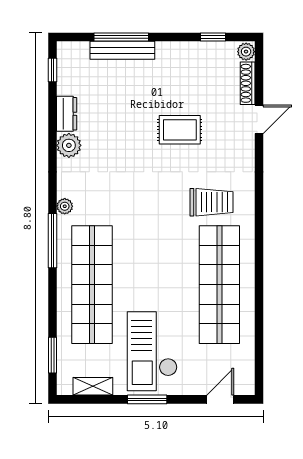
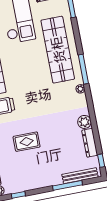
bench: (122, 50) -> (80, 176), moved
dresser: (67, 114) -> (90, 143), width x1.44

